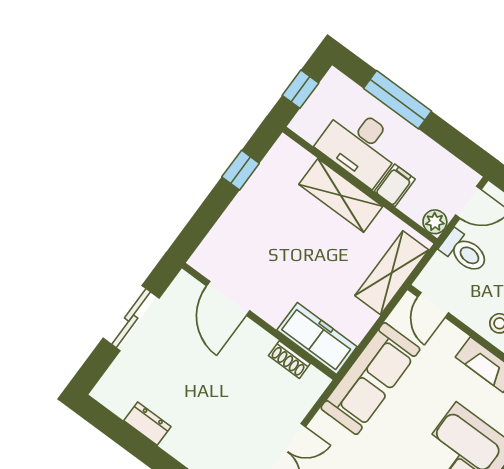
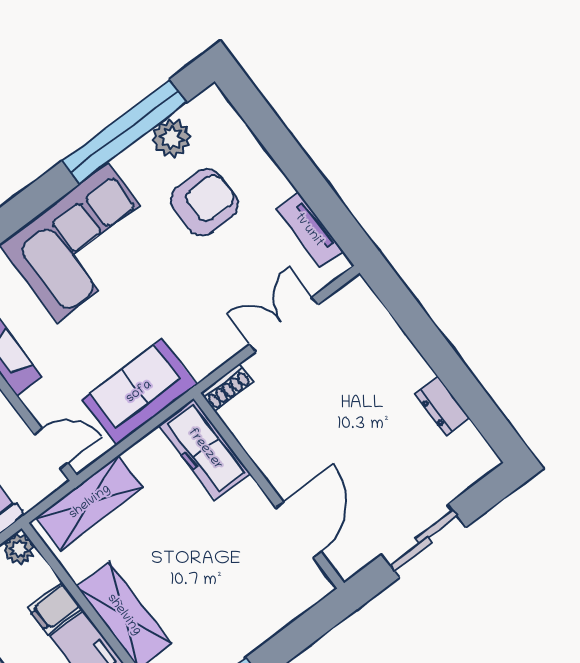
door: (433, 305) -> (51, 448), hinge flipped
shoe rack: (289, 360) -> (227, 388), moved, turned 90
sofa: (370, 379) -> (139, 392), width x0.73

